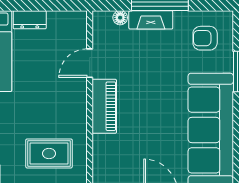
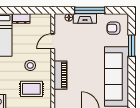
piano: (104, 106) -> (60, 75), moved
stool: (47, 109) -> (30, 65), added

